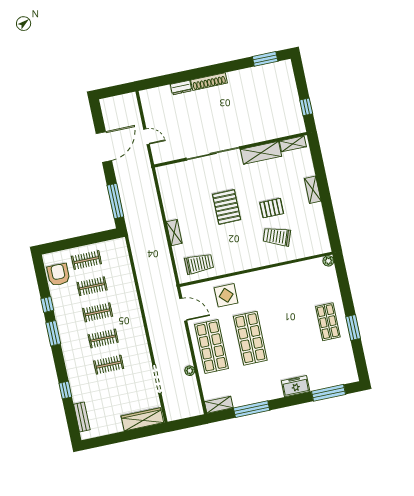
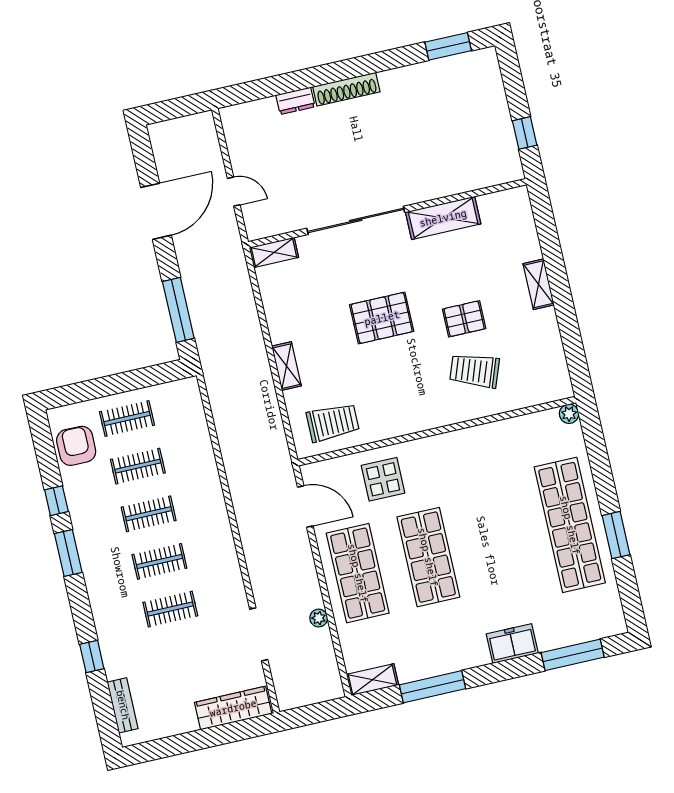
shelving: (293, 144) -> (274, 252), moved
pallet: (227, 207) -> (382, 318), turned 90
shop shelf: (328, 322) -> (570, 525), width x2.00, depth x1.36

